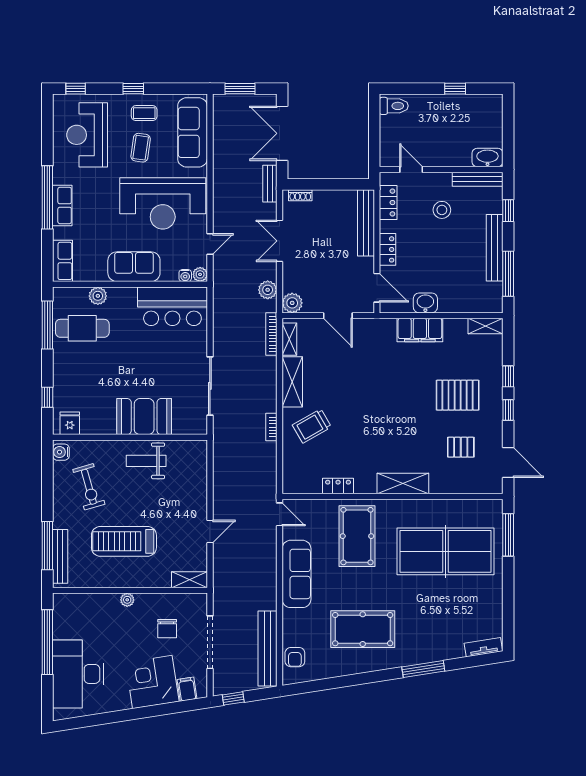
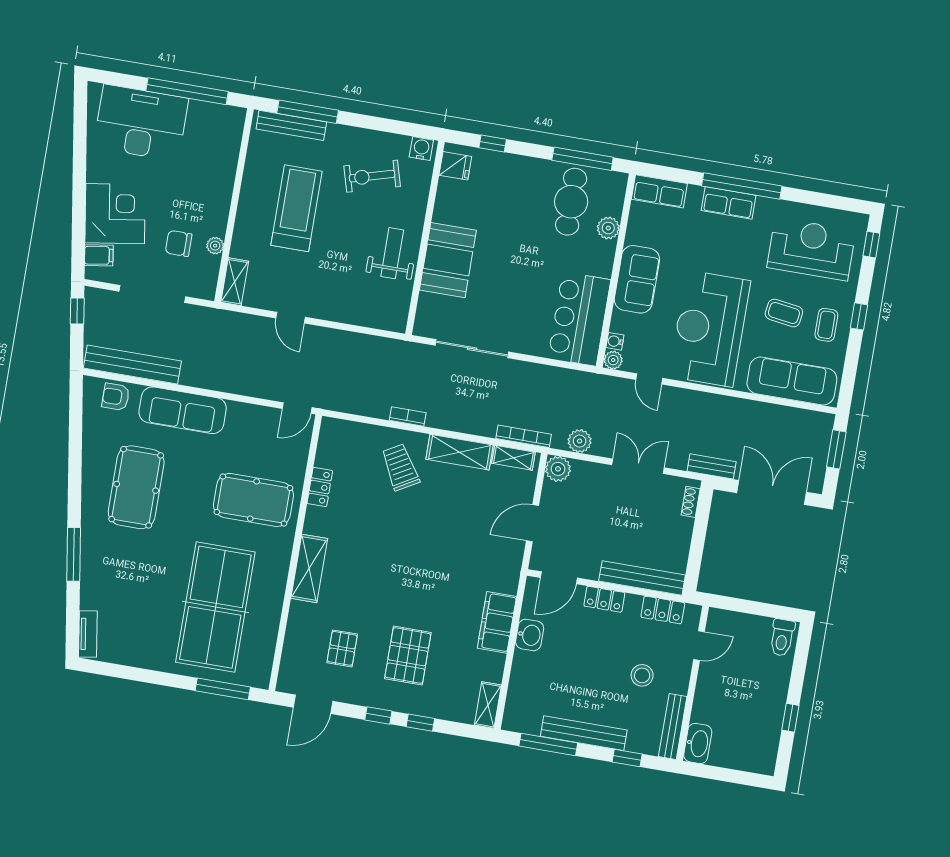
sofa: (296, 574) -> (183, 410), moved
plant: (127, 600) -> (215, 246), moved

